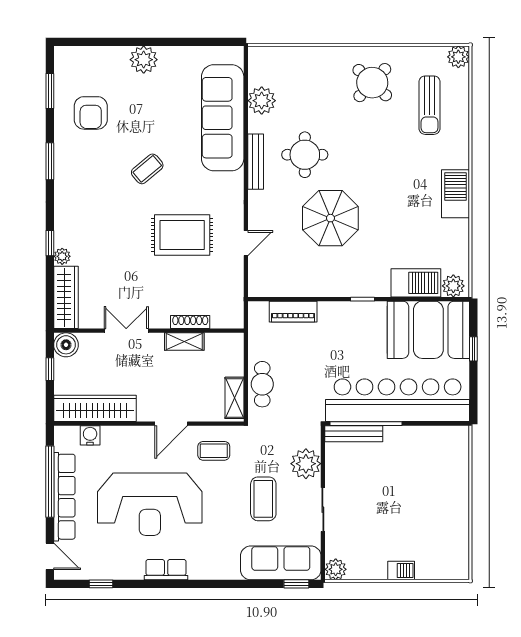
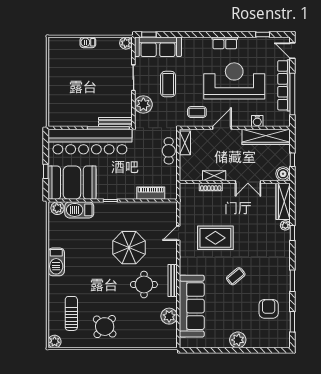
water cooler: (90, 435) -> (257, 121), moved

